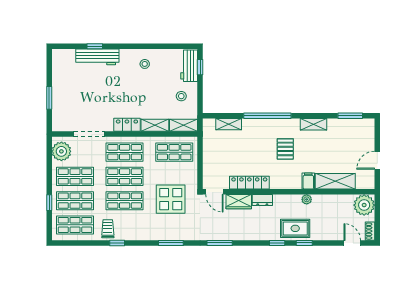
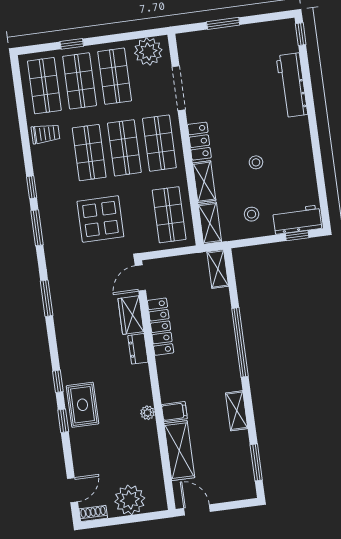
window: (95, 46) -> (301, 34), moved
stool: (145, 64) -> (256, 162), moved
shelving: (229, 124) -> (218, 269), moved
pallet: (285, 149) -> (196, 375), removed
filing cabinet: (308, 181) -> (174, 412), moved
shelving: (335, 181) -> (179, 451), moved
locker: (249, 183) -> (161, 327), moved
door: (214, 192) -> (140, 278), moved
wall: (289, 192) -> (155, 385), moved
plant: (307, 199) -> (148, 413), moved
dresser: (262, 200) -> (138, 349), moved
wardrobe: (239, 202) -> (131, 315), moved
window: (117, 243) -> (32, 187), moved

